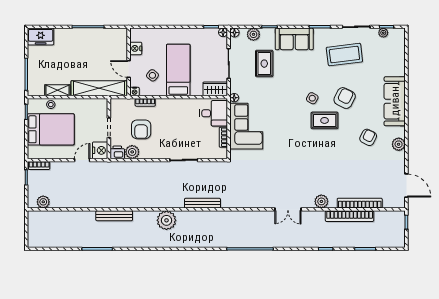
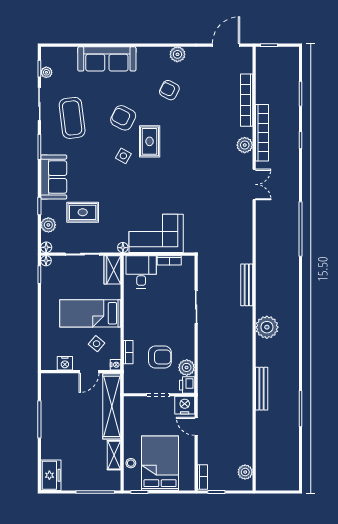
sofa: (395, 101) -> (107, 59), moved
bookcase: (350, 216) -> (262, 133), moved

